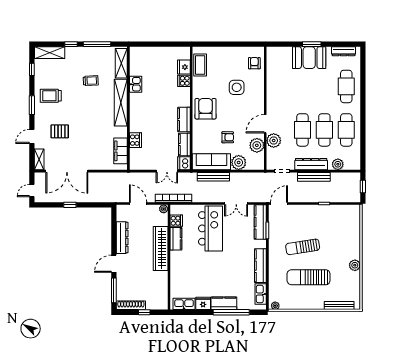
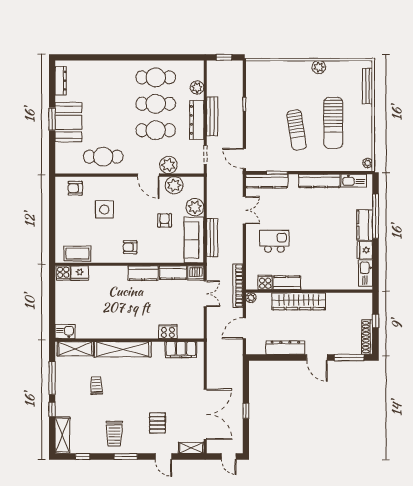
cooker: (184, 81) -> (63, 273), moved
kitchen sink: (136, 84) -> (65, 331), moved
cafe table: (346, 86) -> (103, 157), moved
armchair: (206, 109) -> (130, 247), width x0.53, depth x0.53
kitchen island: (210, 228) -> (274, 241), width x0.54, depth x0.78

